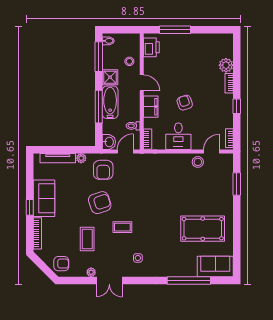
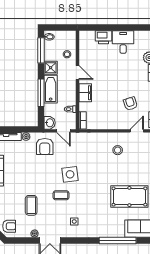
window: (175, 30) -> (106, 27), removed
printer: (151, 47) -> (104, 37), moved, turned 90
armchair: (185, 103) -> (130, 104), moved
desk: (178, 136) -> (123, 42), moved, turned 180
door: (125, 151) -> (64, 131), swing flipped
stool: (198, 162) -> (118, 150), moved
armchair: (100, 203) -> (42, 174), removed
side table: (133, 203) -> (70, 174), added

